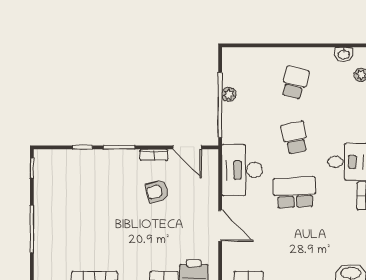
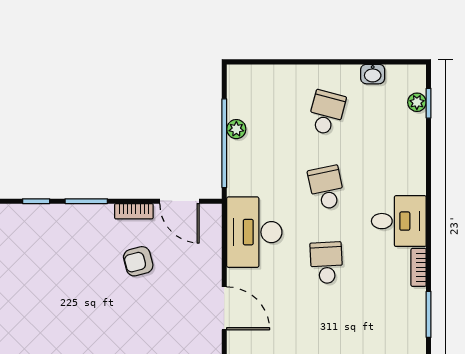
washbasin: (344, 54) -> (373, 74), moved
school desk: (295, 192) -> (326, 263), width x0.54

